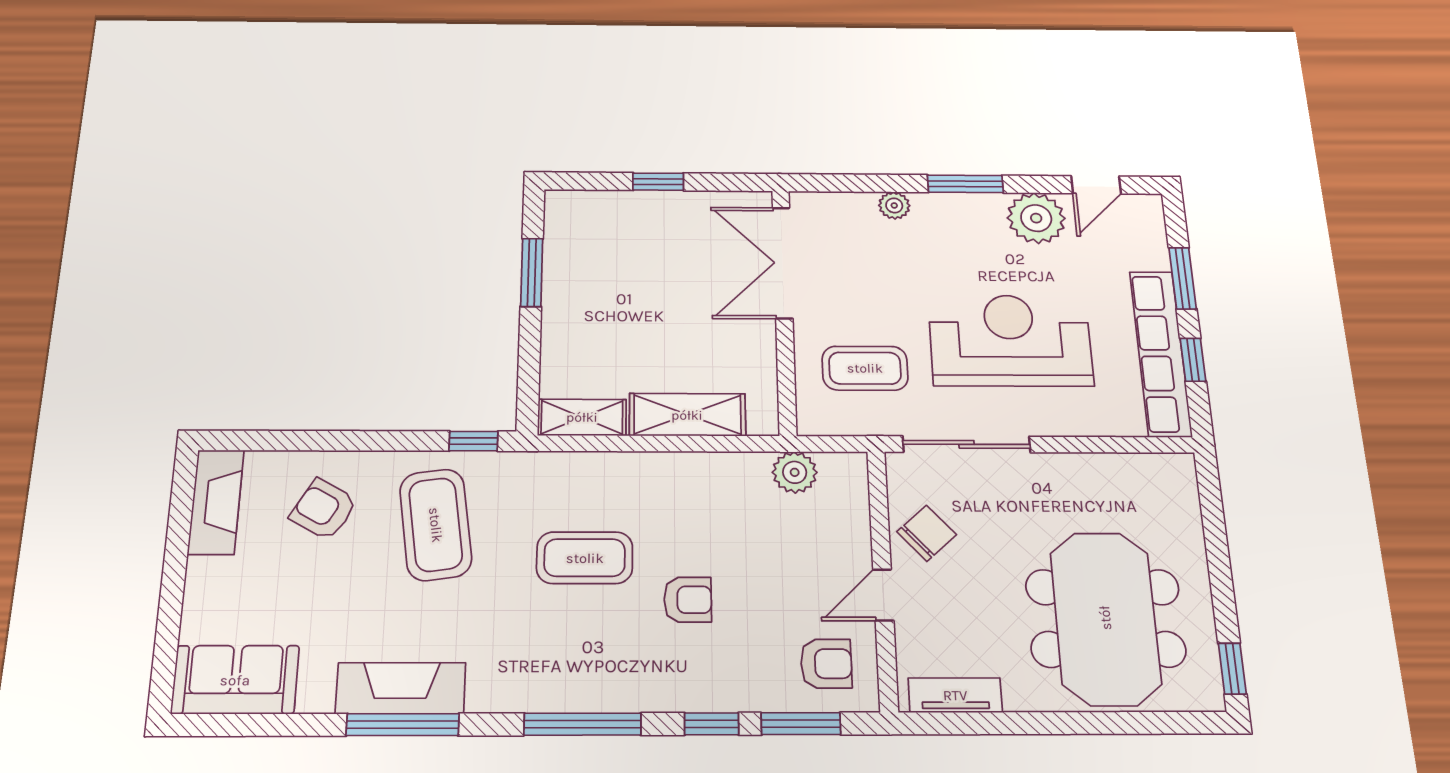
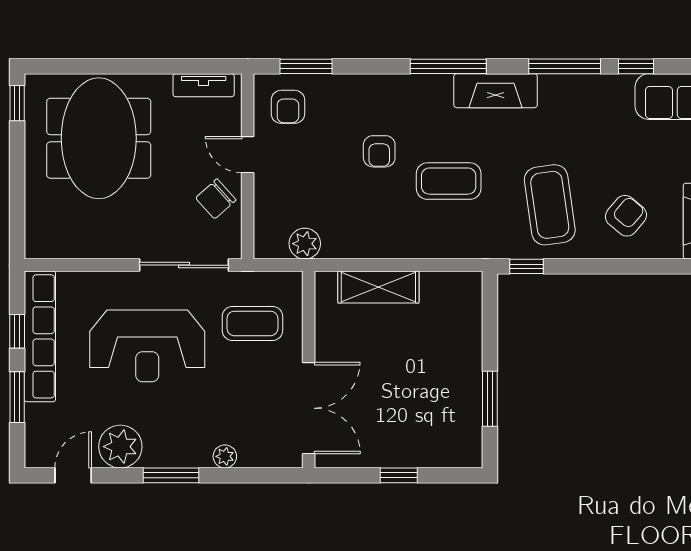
shelving: (582, 417) -> (452, 285), removed
armchair: (324, 509) -> (626, 216), turned -80
door: (883, 595) -> (248, 155), swing flipped
armchair: (688, 600) -> (379, 151), turned -90
armchair: (826, 664) -> (288, 107), turned -90
fireplace: (401, 688) -> (496, 91), moved
window: (712, 724) -> (636, 66), moved

